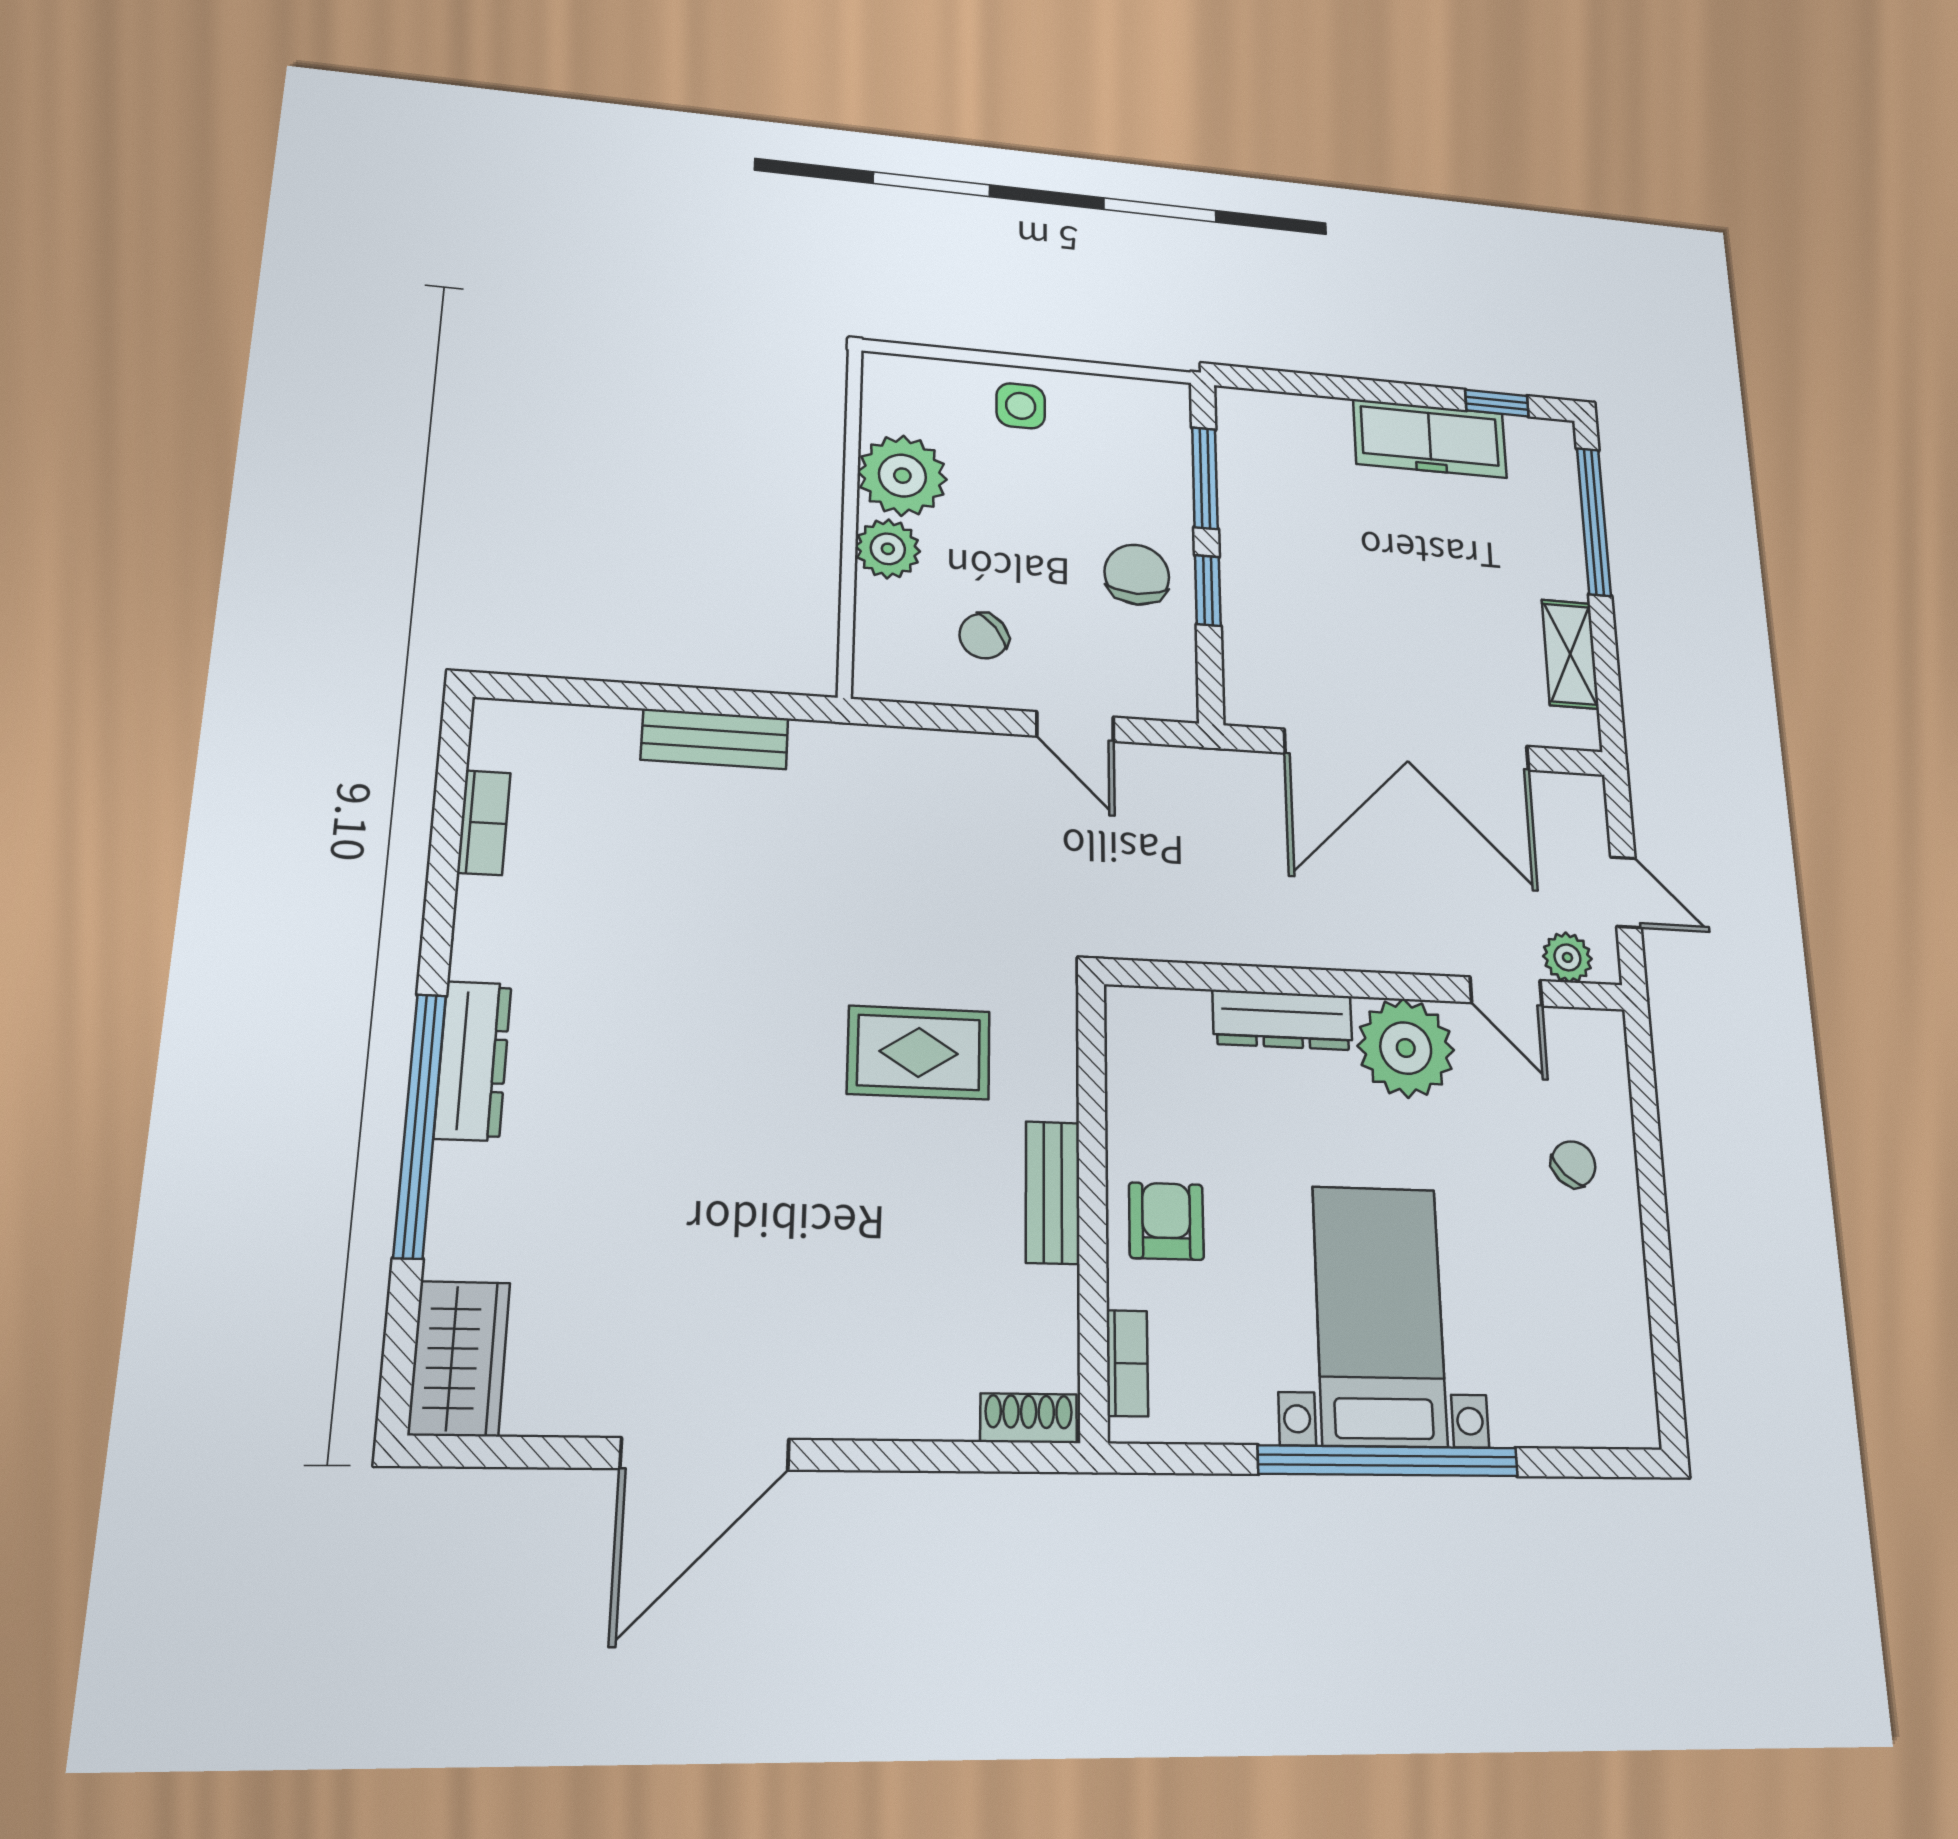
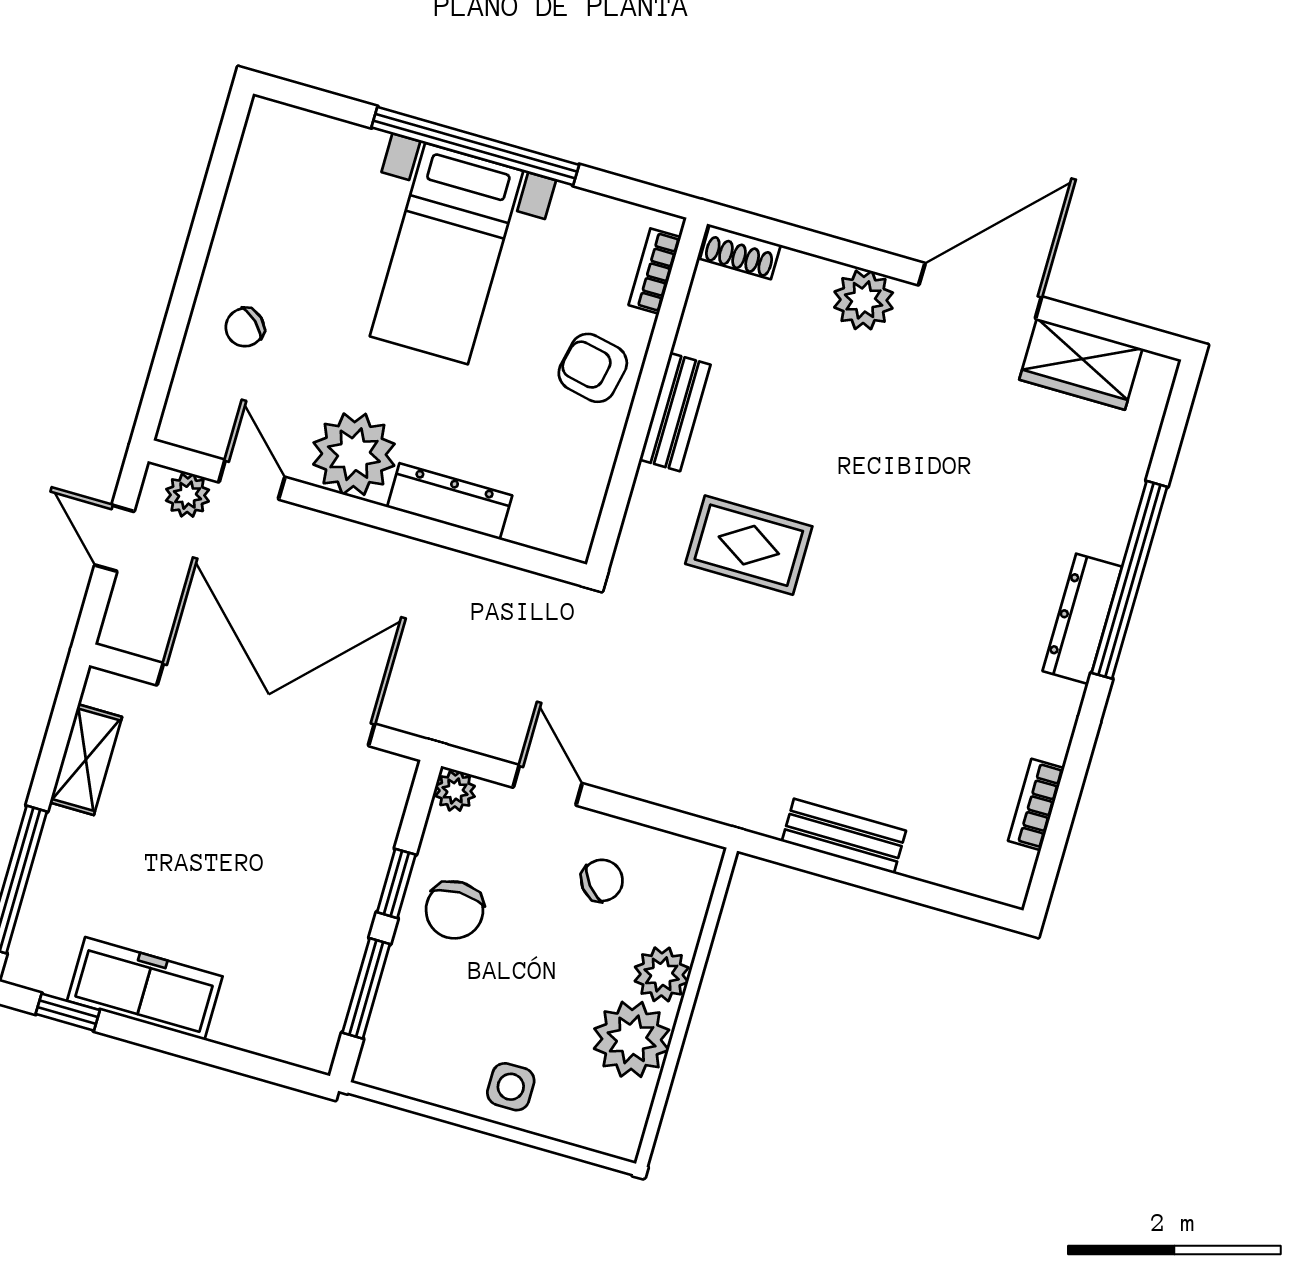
plant: (1175, 700) -> (455, 791), added
armchair: (1166, 1221) -> (593, 368), turned 102
wardrobe: (459, 1358) -> (1081, 364), moved, turned -90
plant: (856, 1399) -> (864, 300), added

